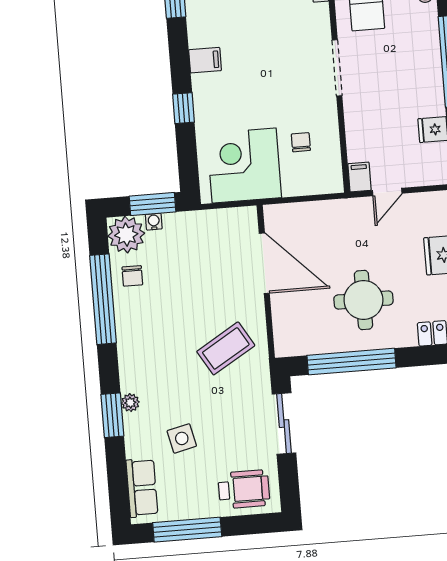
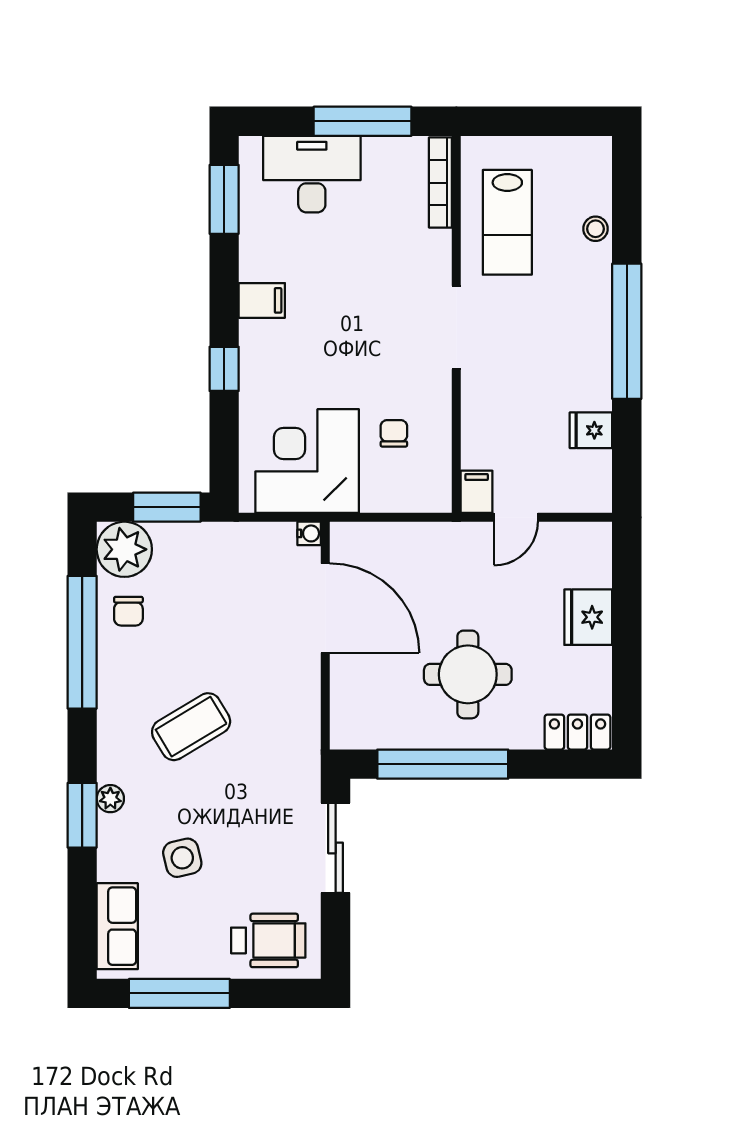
water cooler: (154, 222) -> (309, 533), moved, turned 90
coffee table: (226, 348) -> (191, 727), moved

